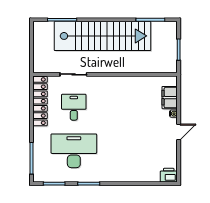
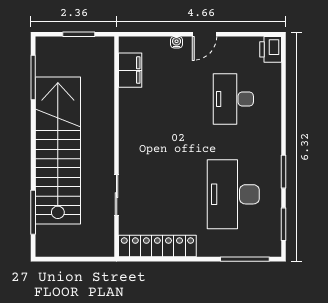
filing cabinet: (170, 98) -> (130, 70), moved, turned -90
desk: (74, 107) -> (233, 99), moved, width x1.37
door: (179, 132) -> (205, 34), swing flipped

